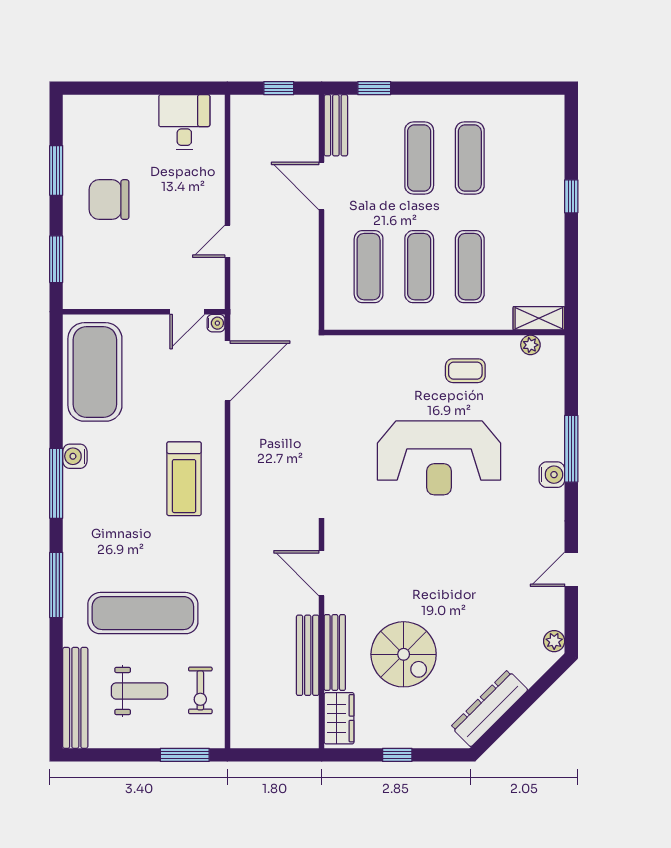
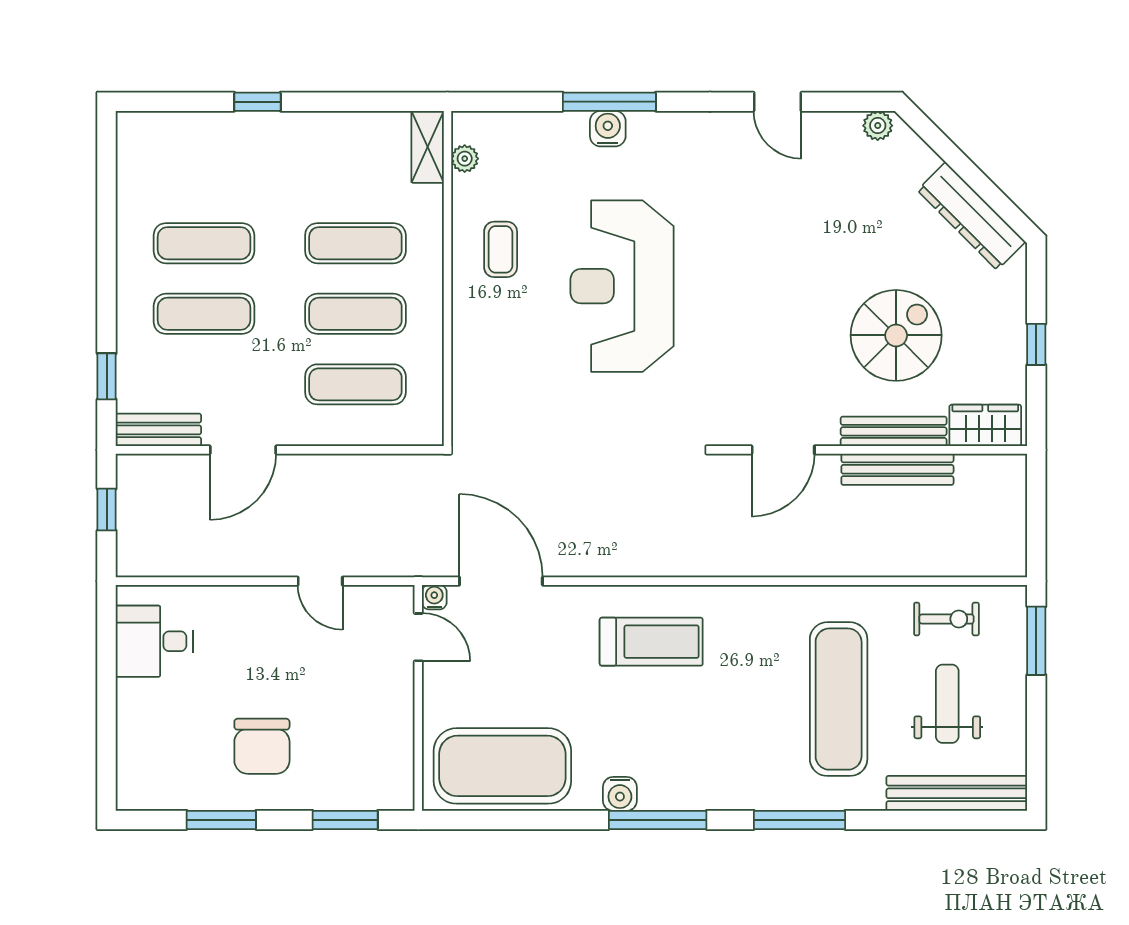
reception desk: (439, 458) -> (622, 286), turned 180
water cooler: (552, 475) -> (608, 129), moved

